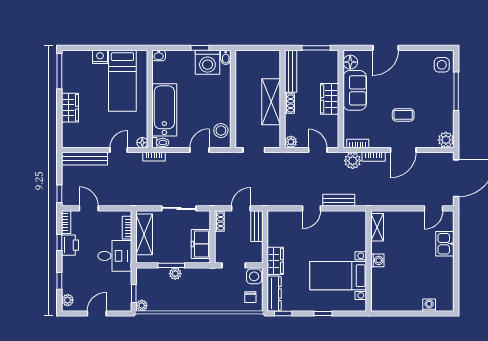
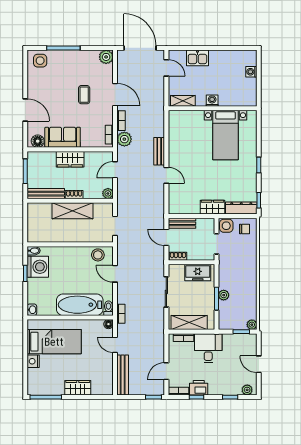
shelving: (377, 227) -> (183, 101), moved
washing machine: (377, 260) -> (212, 101), moved
wall: (369, 261) -> (213, 108), moved
bed with nightstands: (338, 276) -> (226, 135), moved

